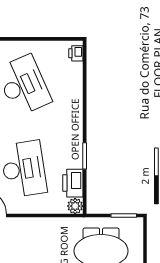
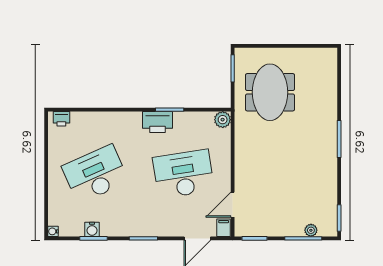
printer: (73, 183) -> (157, 122), moved

